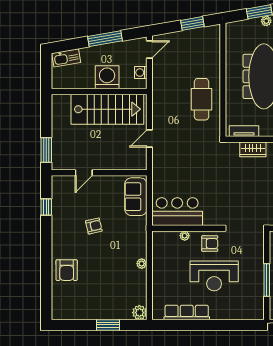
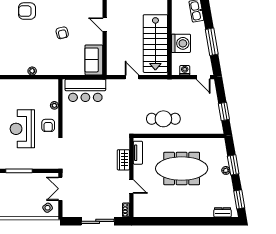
sofa: (136, 197) -> (94, 60), moved, turned -90
bar counter: (177, 212) -> (85, 90), moved, turned 90

